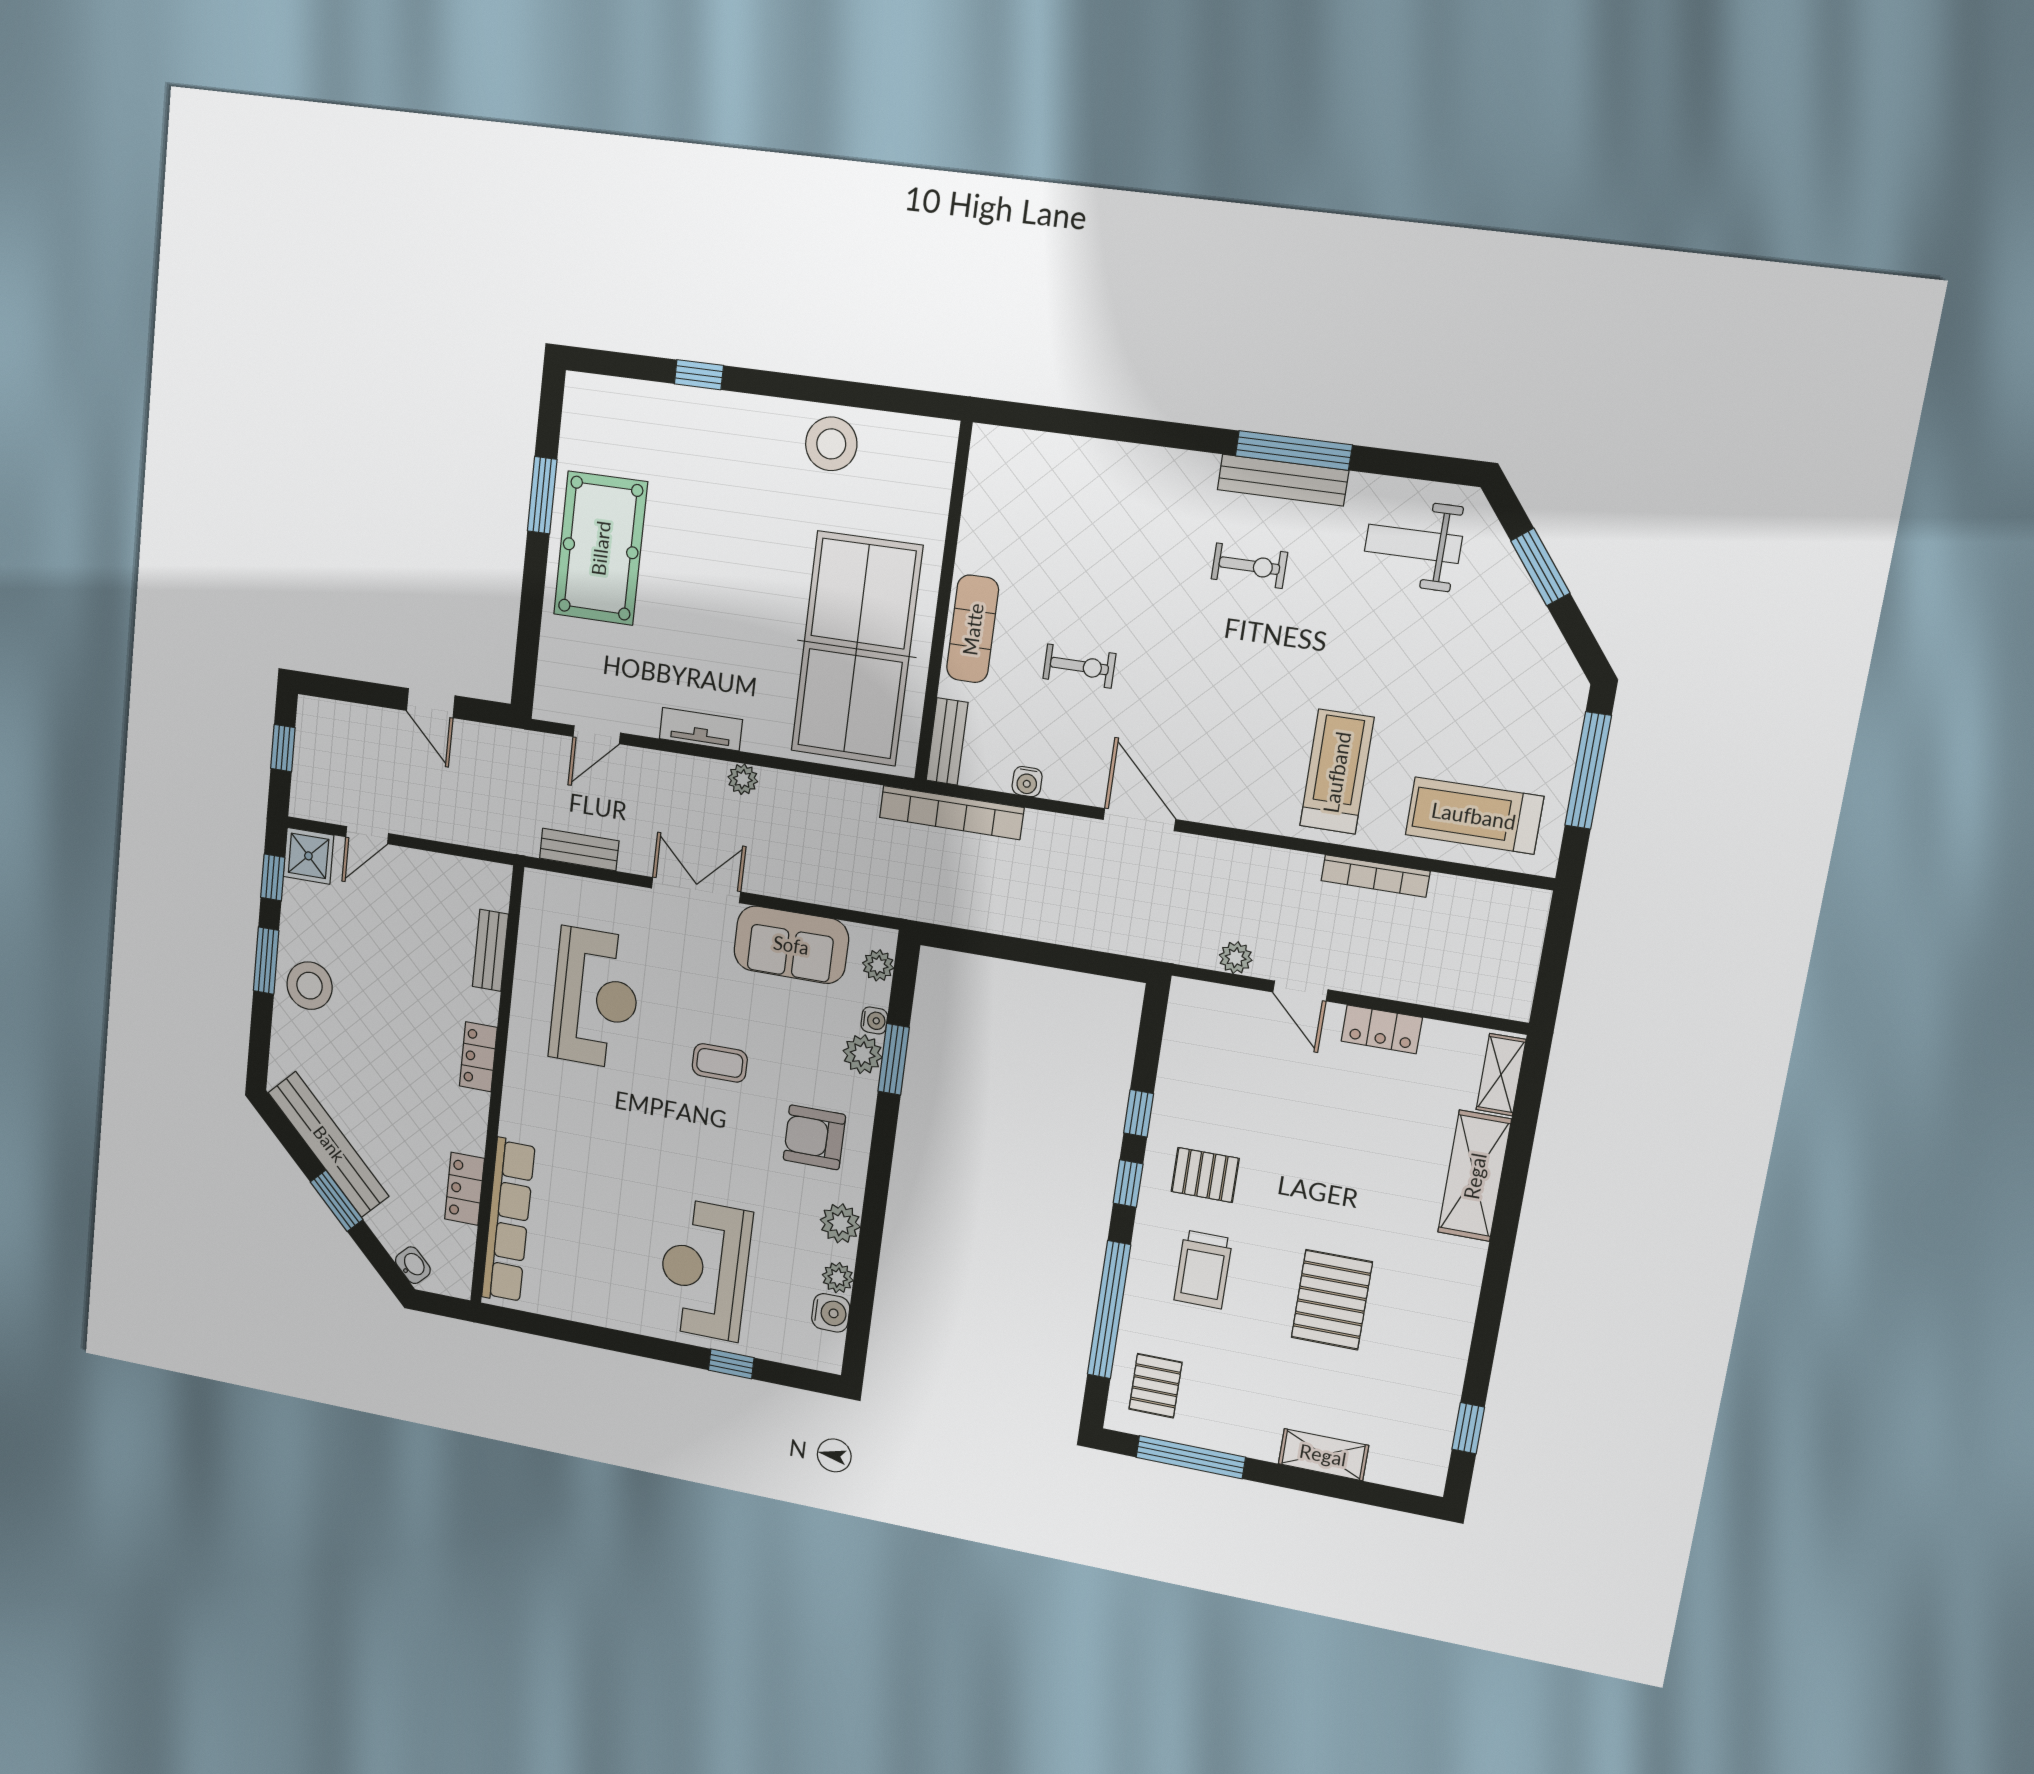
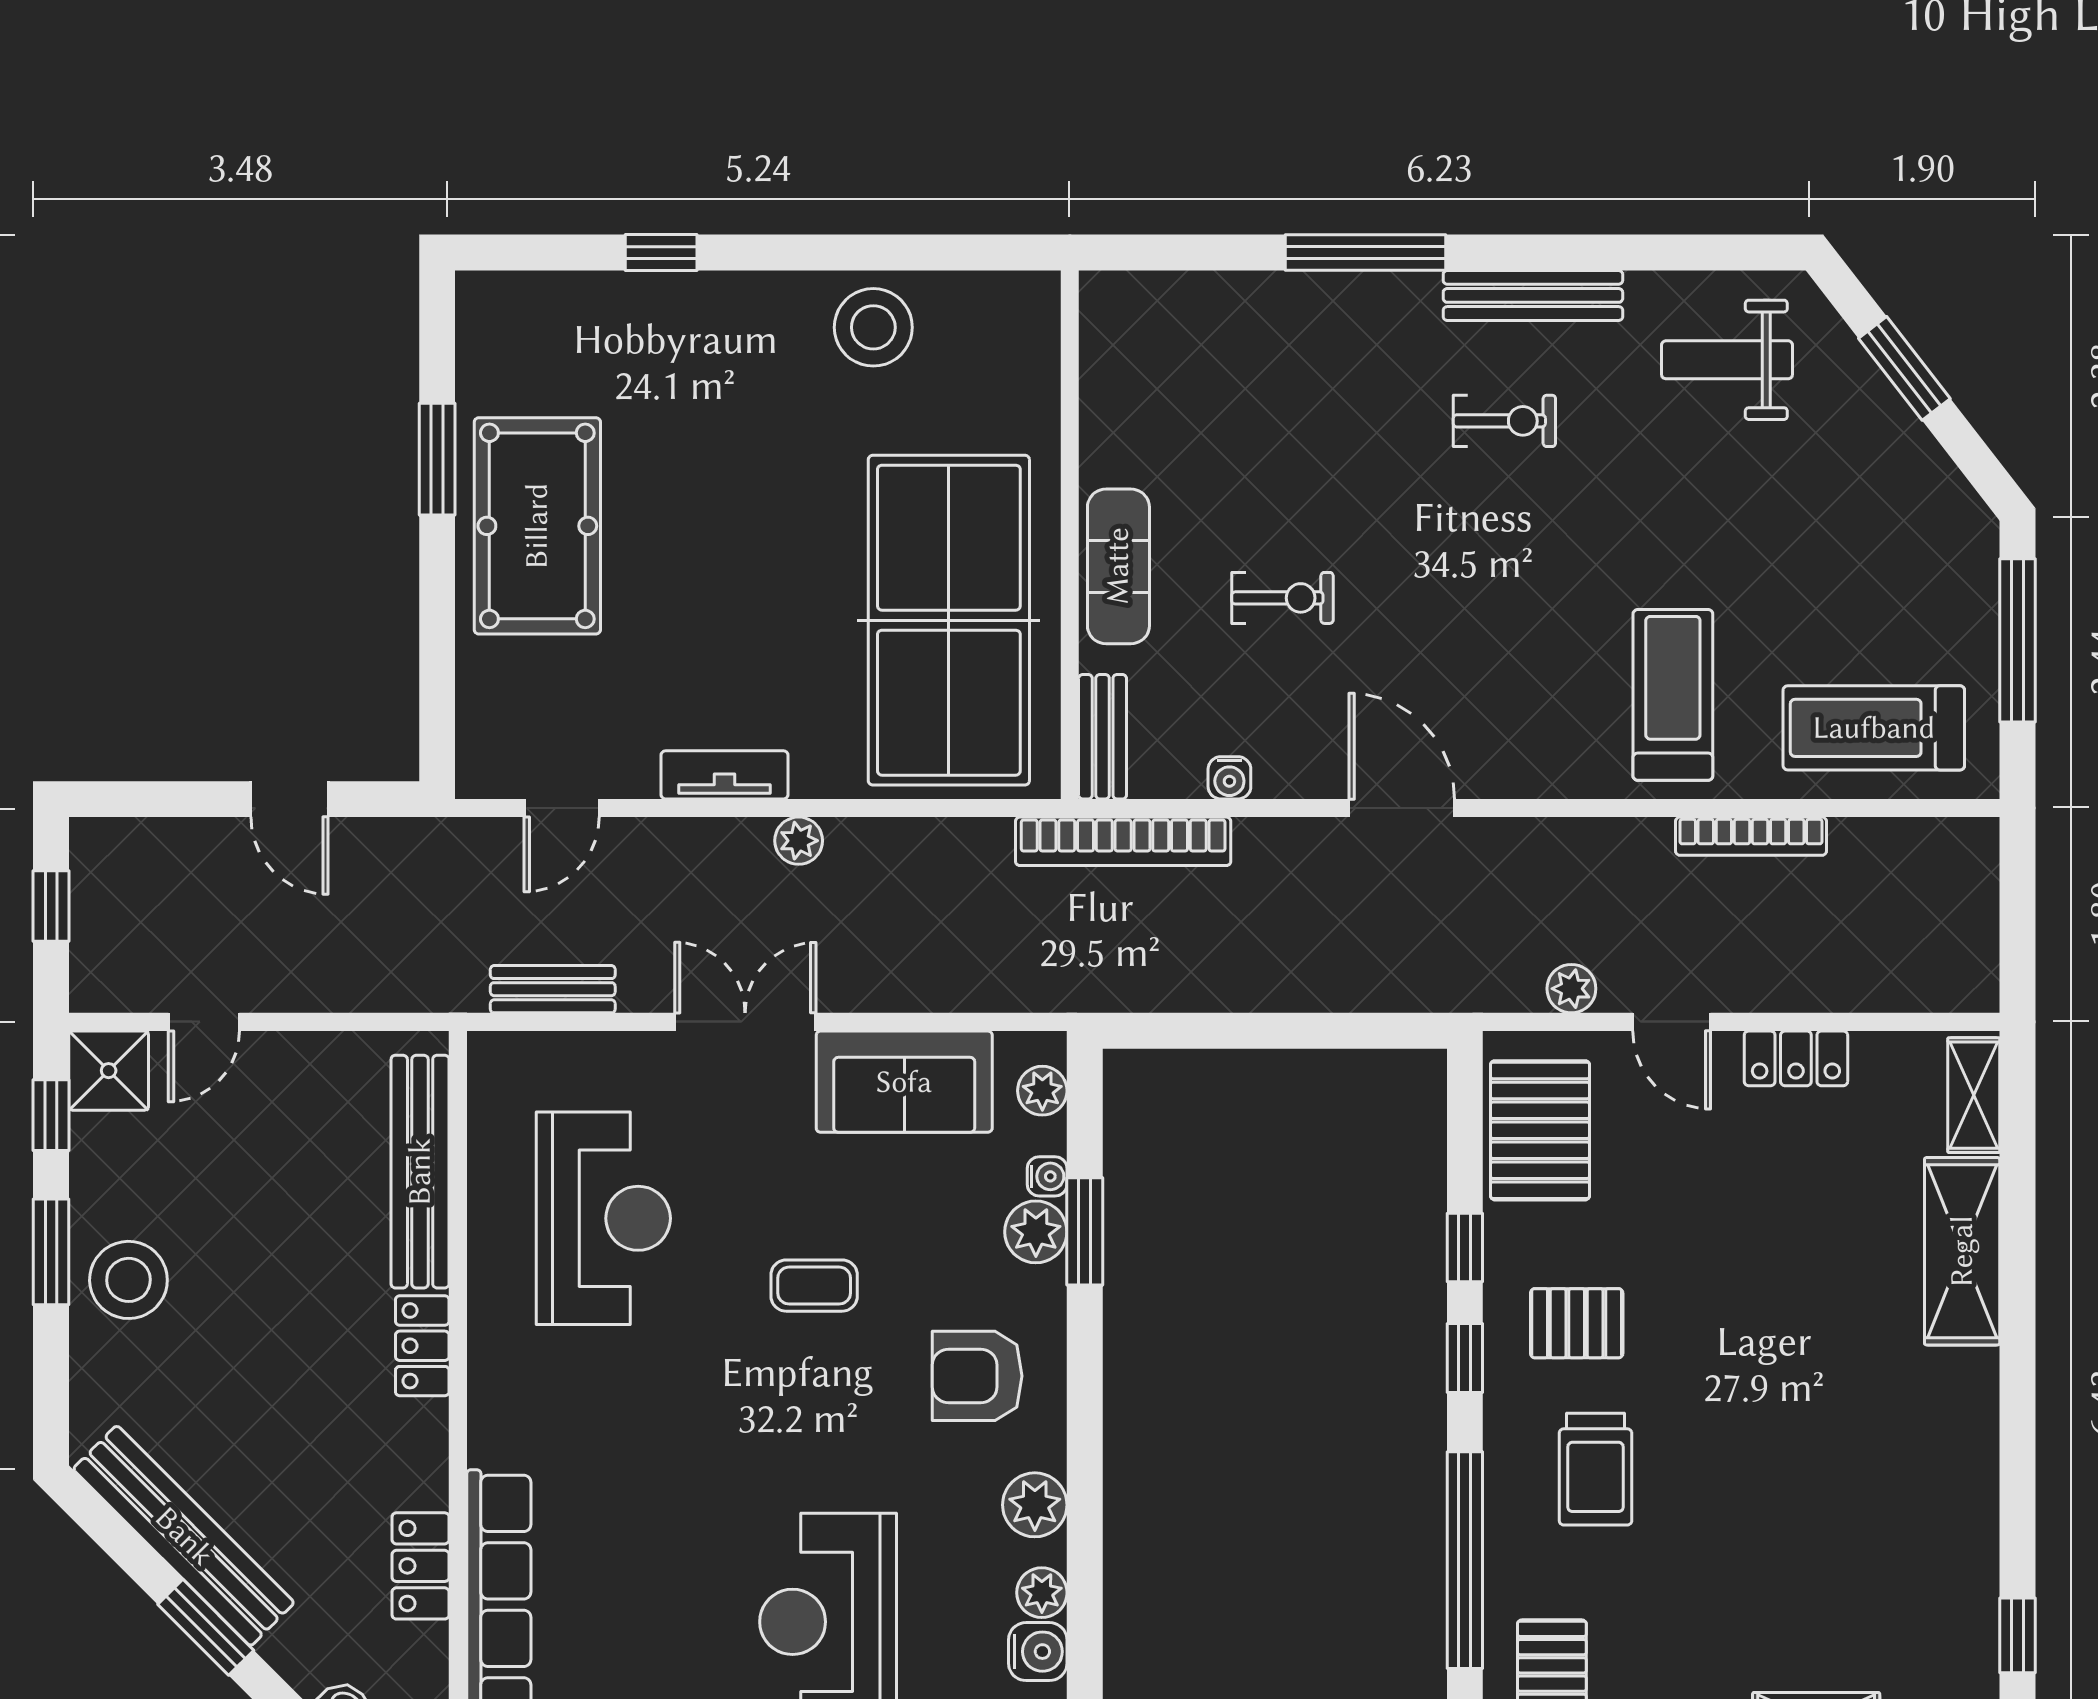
window: (1294, 450) -> (1365, 253), moved
bench: (490, 950) -> (420, 1172), width x1.86, depth x1.21
pallet: (1332, 1300) -> (1540, 1130), moved

